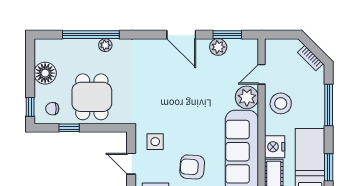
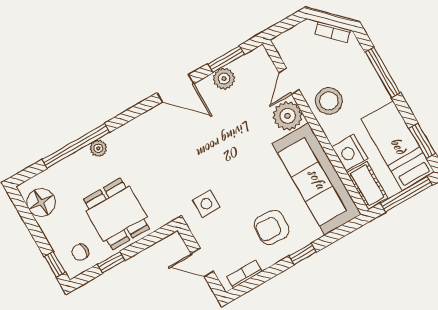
floor lamp: (45, 73) -> (41, 202), moved
side table: (155, 142) -> (206, 204), moved

